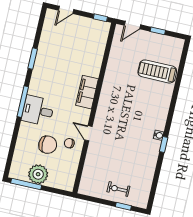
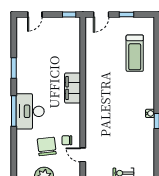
treadmill: (157, 71) -> (135, 53), turned -90
desk: (38, 111) -> (30, 111), width x1.37
door: (88, 133) -> (83, 155), moved
chair: (48, 145) -> (47, 146), turned -96

